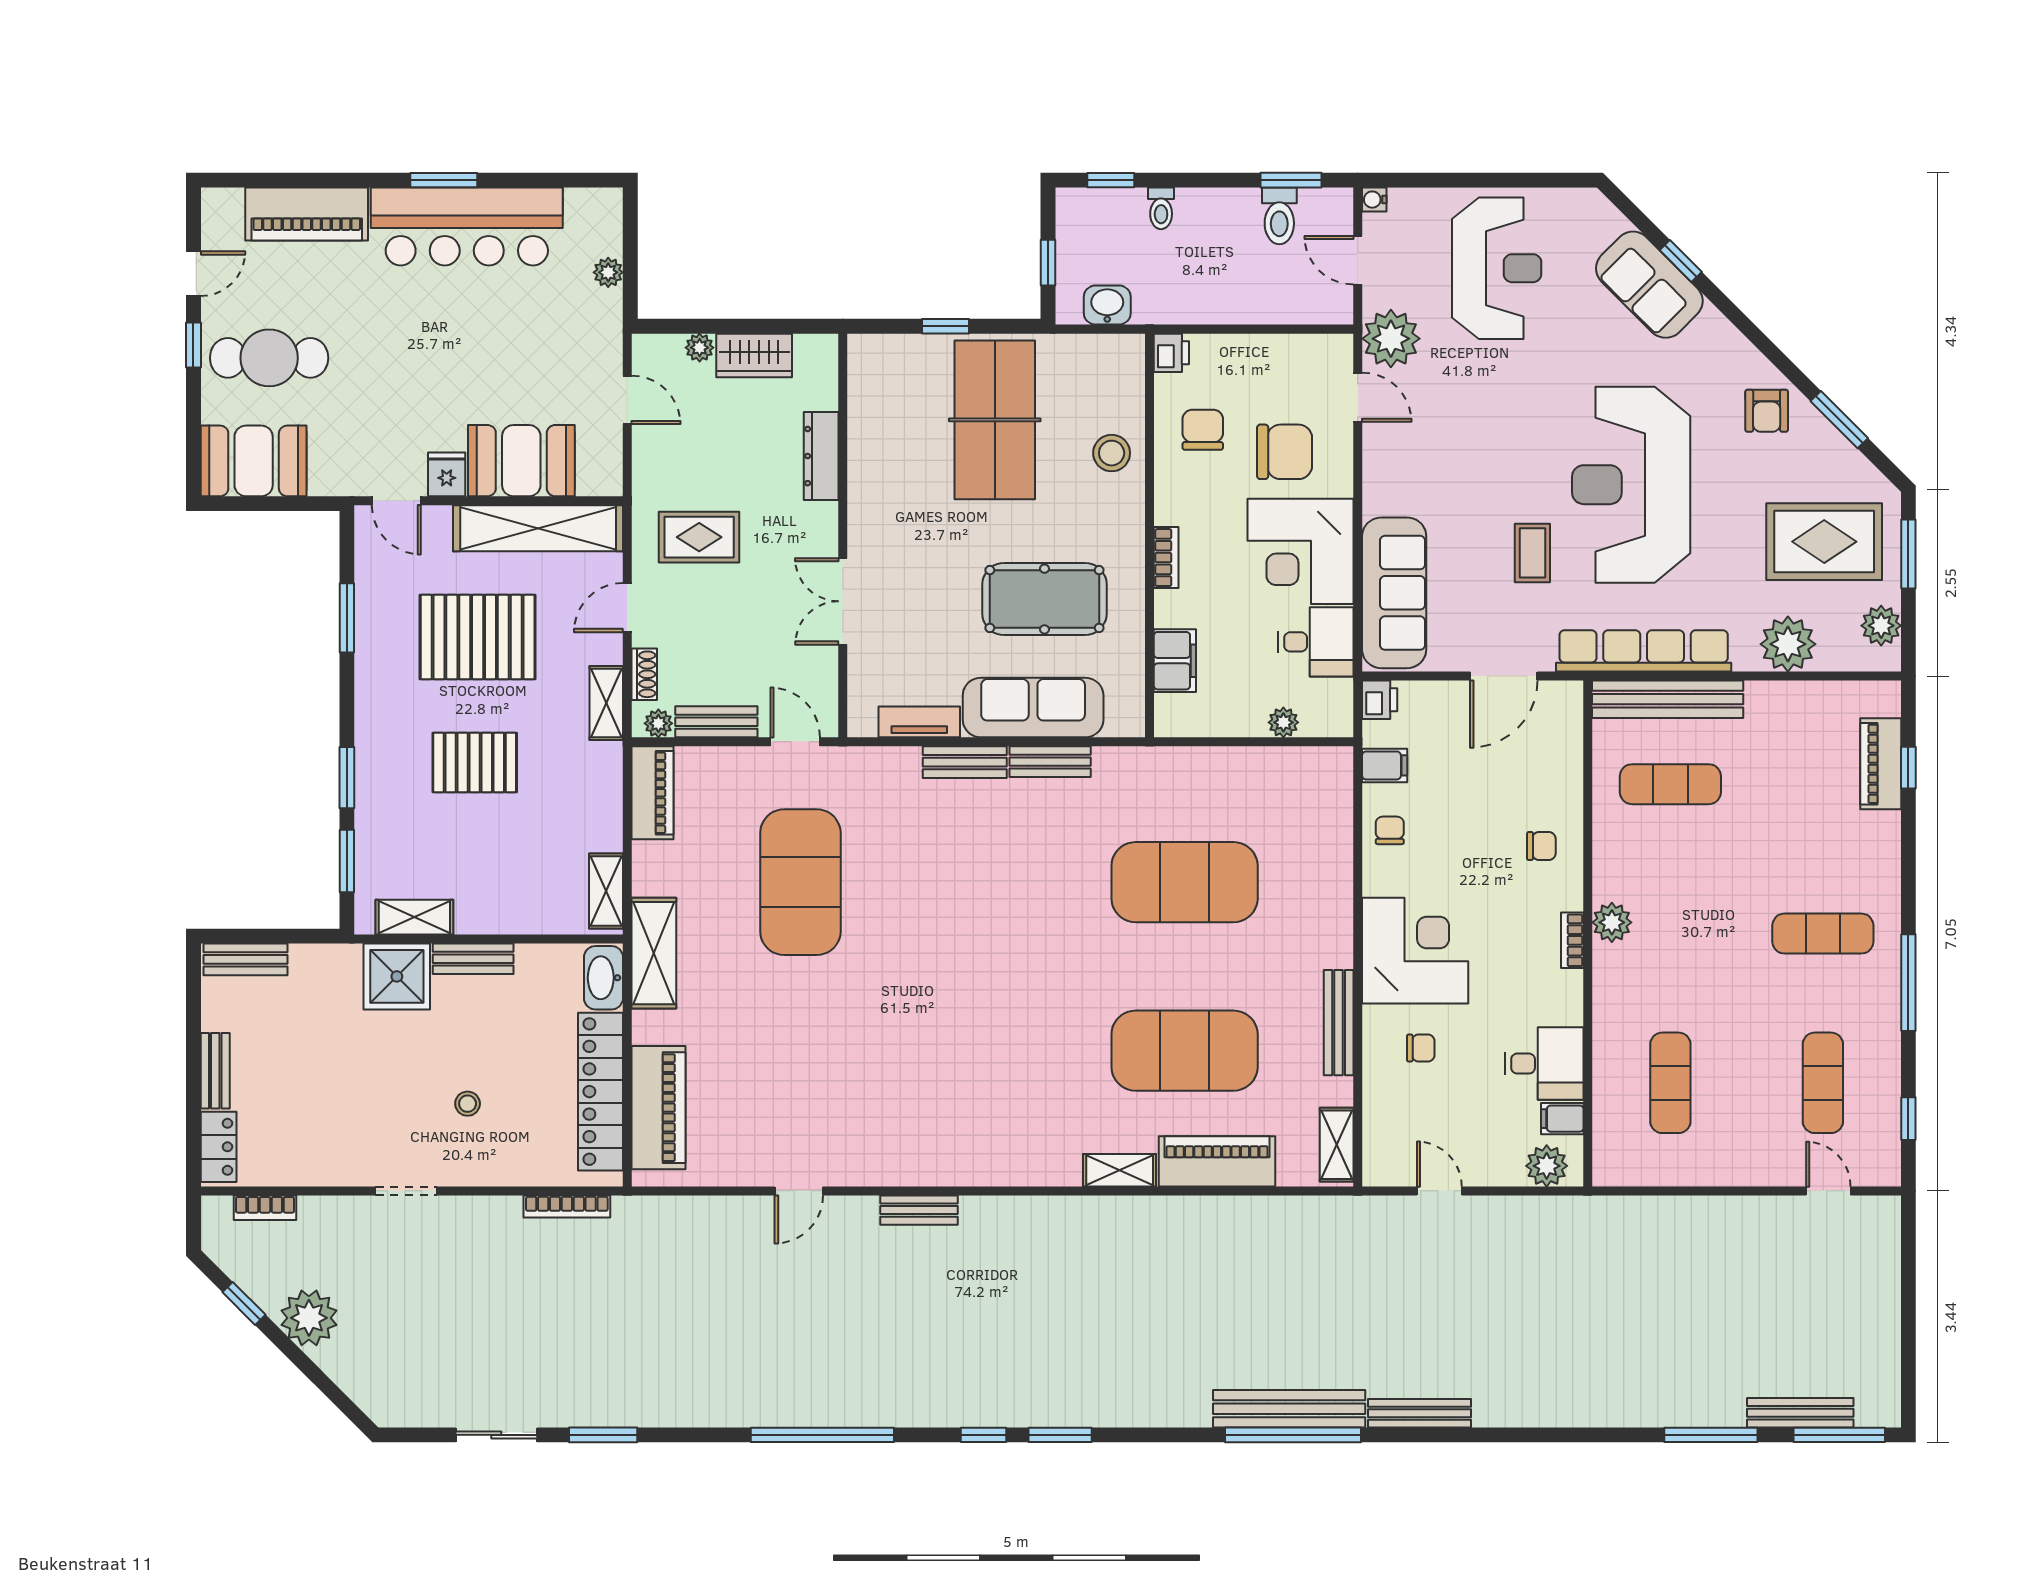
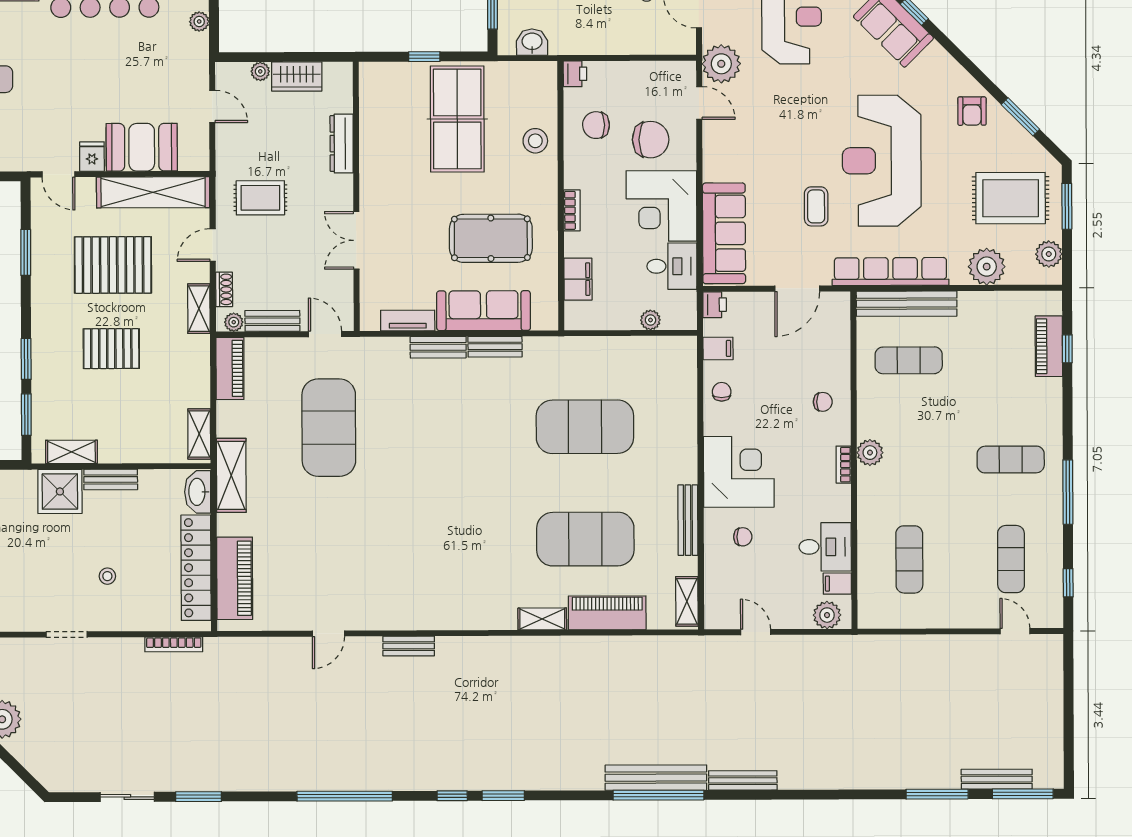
chair: (1203, 430) -> (596, 125), turned -90

